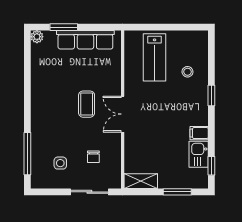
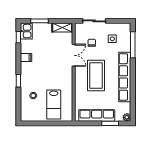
lab bench: (155, 57) -> (54, 104), turned 180
row of seats: (40, 102) -> (125, 77), added
coffee table: (87, 104) -> (96, 75), width x1.86, depth x1.72
double door: (123, 114) -> (74, 55), moved
kitchen sink: (199, 154) -> (26, 31), moved

